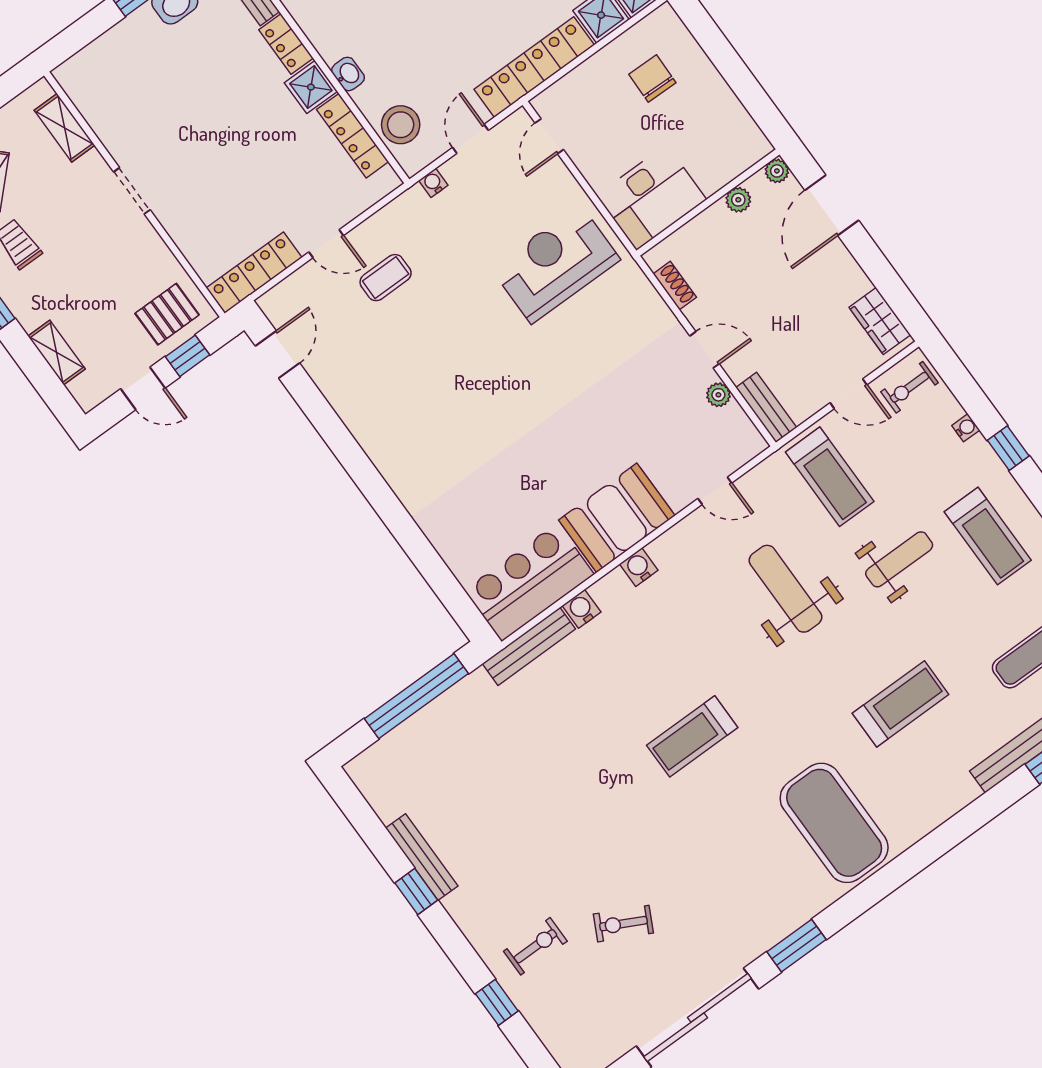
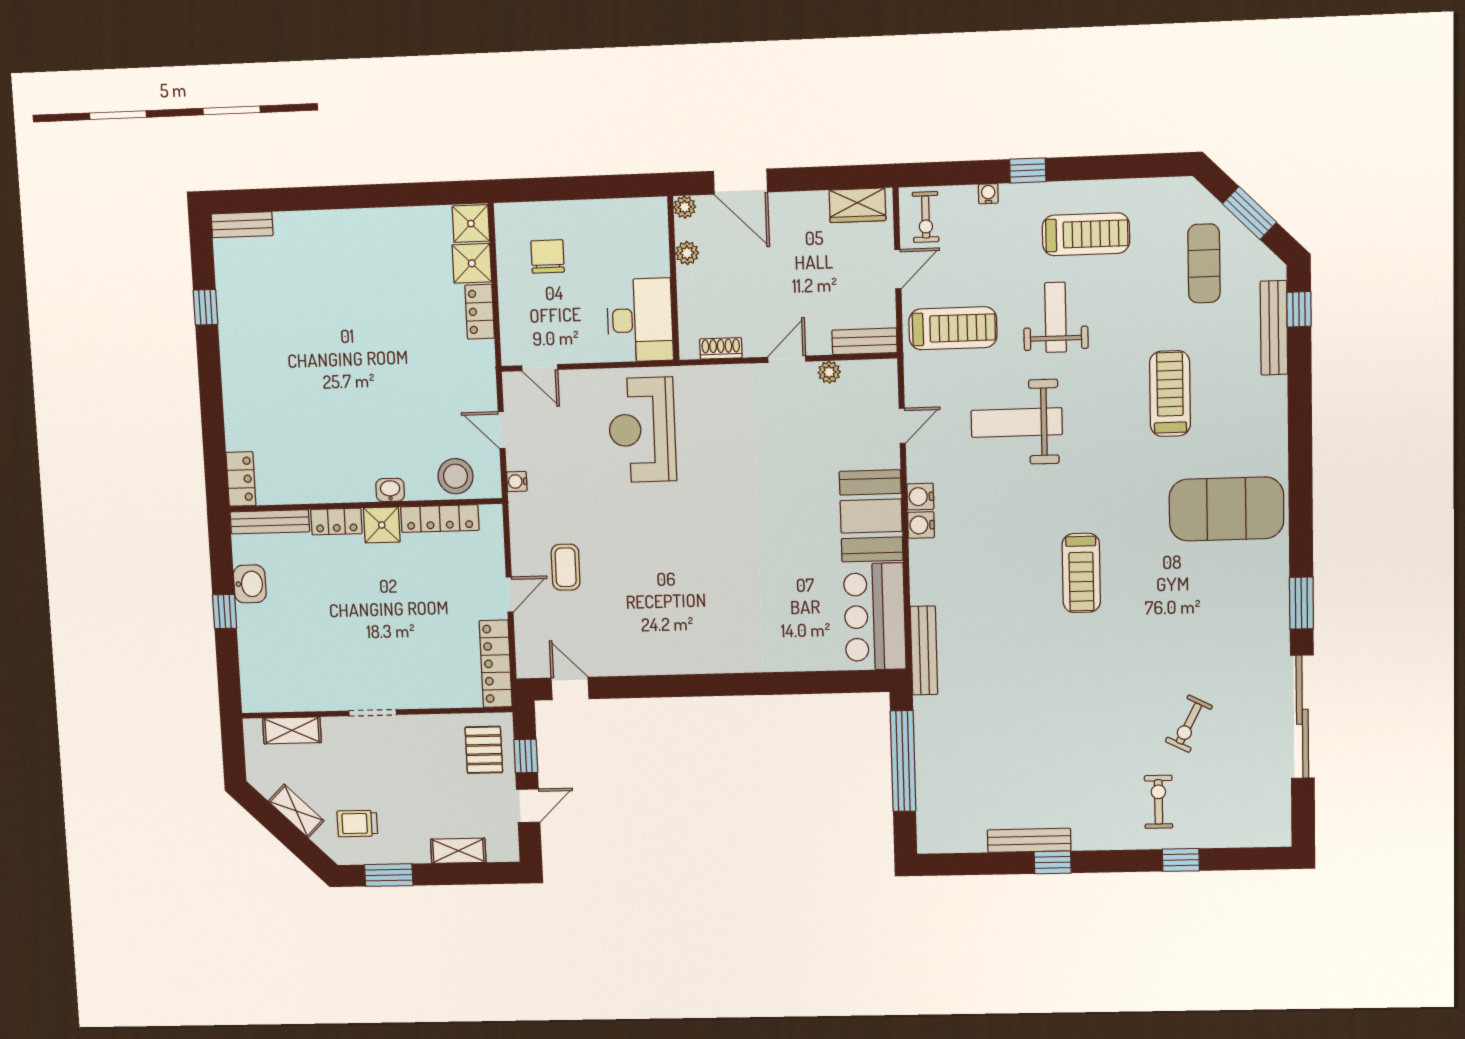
locker: (534, 67) -> (480, 312), width x0.46, depth x0.83
chair: (652, 79) -> (548, 256), turned 89
water cooler: (581, 609) -> (920, 497), moved

